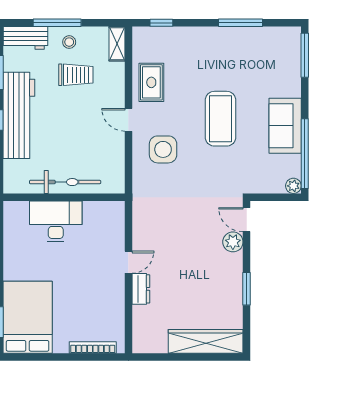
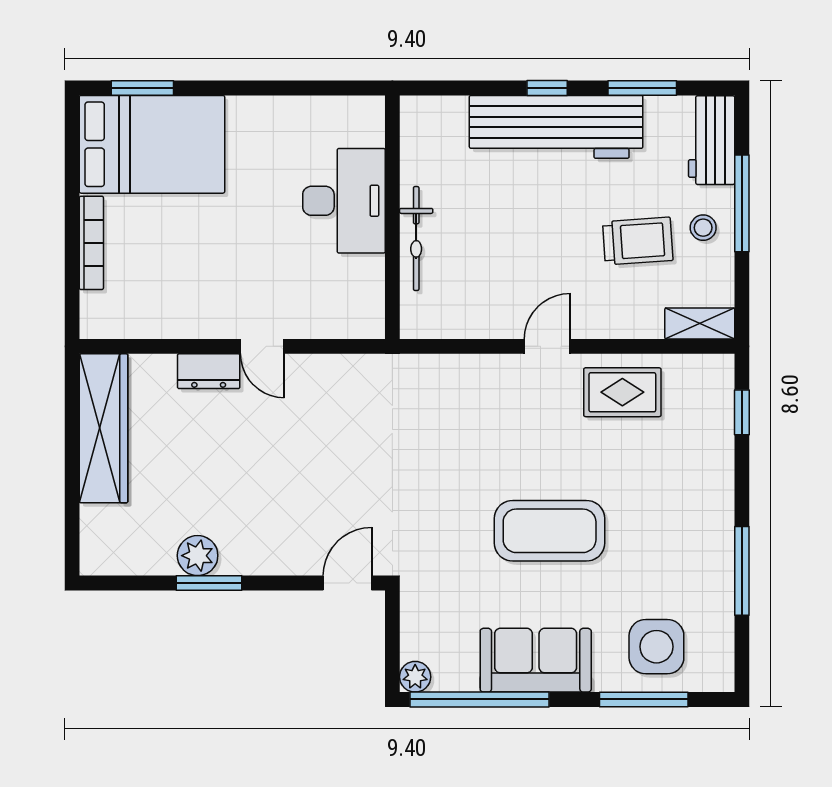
window: (305, 55) -> (644, 699), moved
trolley: (76, 75) -> (638, 241), turned -94
side table: (163, 149) -> (656, 647), moved
bicycle: (65, 182) -> (416, 238), width x0.73, depth x0.71
plant: (233, 242) -> (198, 556), moved
wardrobe: (206, 341) -> (104, 428), moved
bookcase: (93, 347) -> (91, 243), moved

